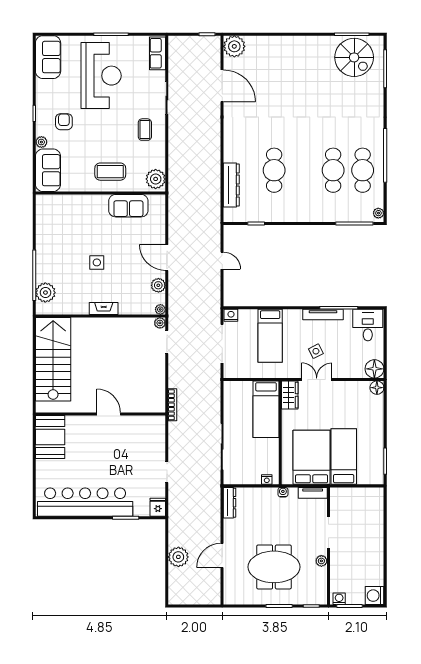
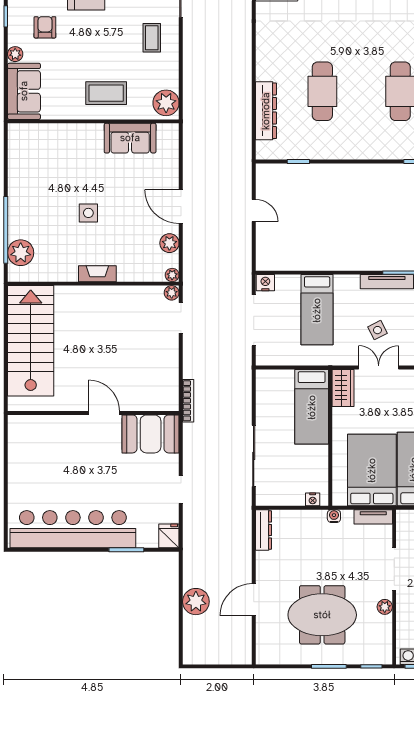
booth: (50, 437) -> (151, 434), moved, turned 90

